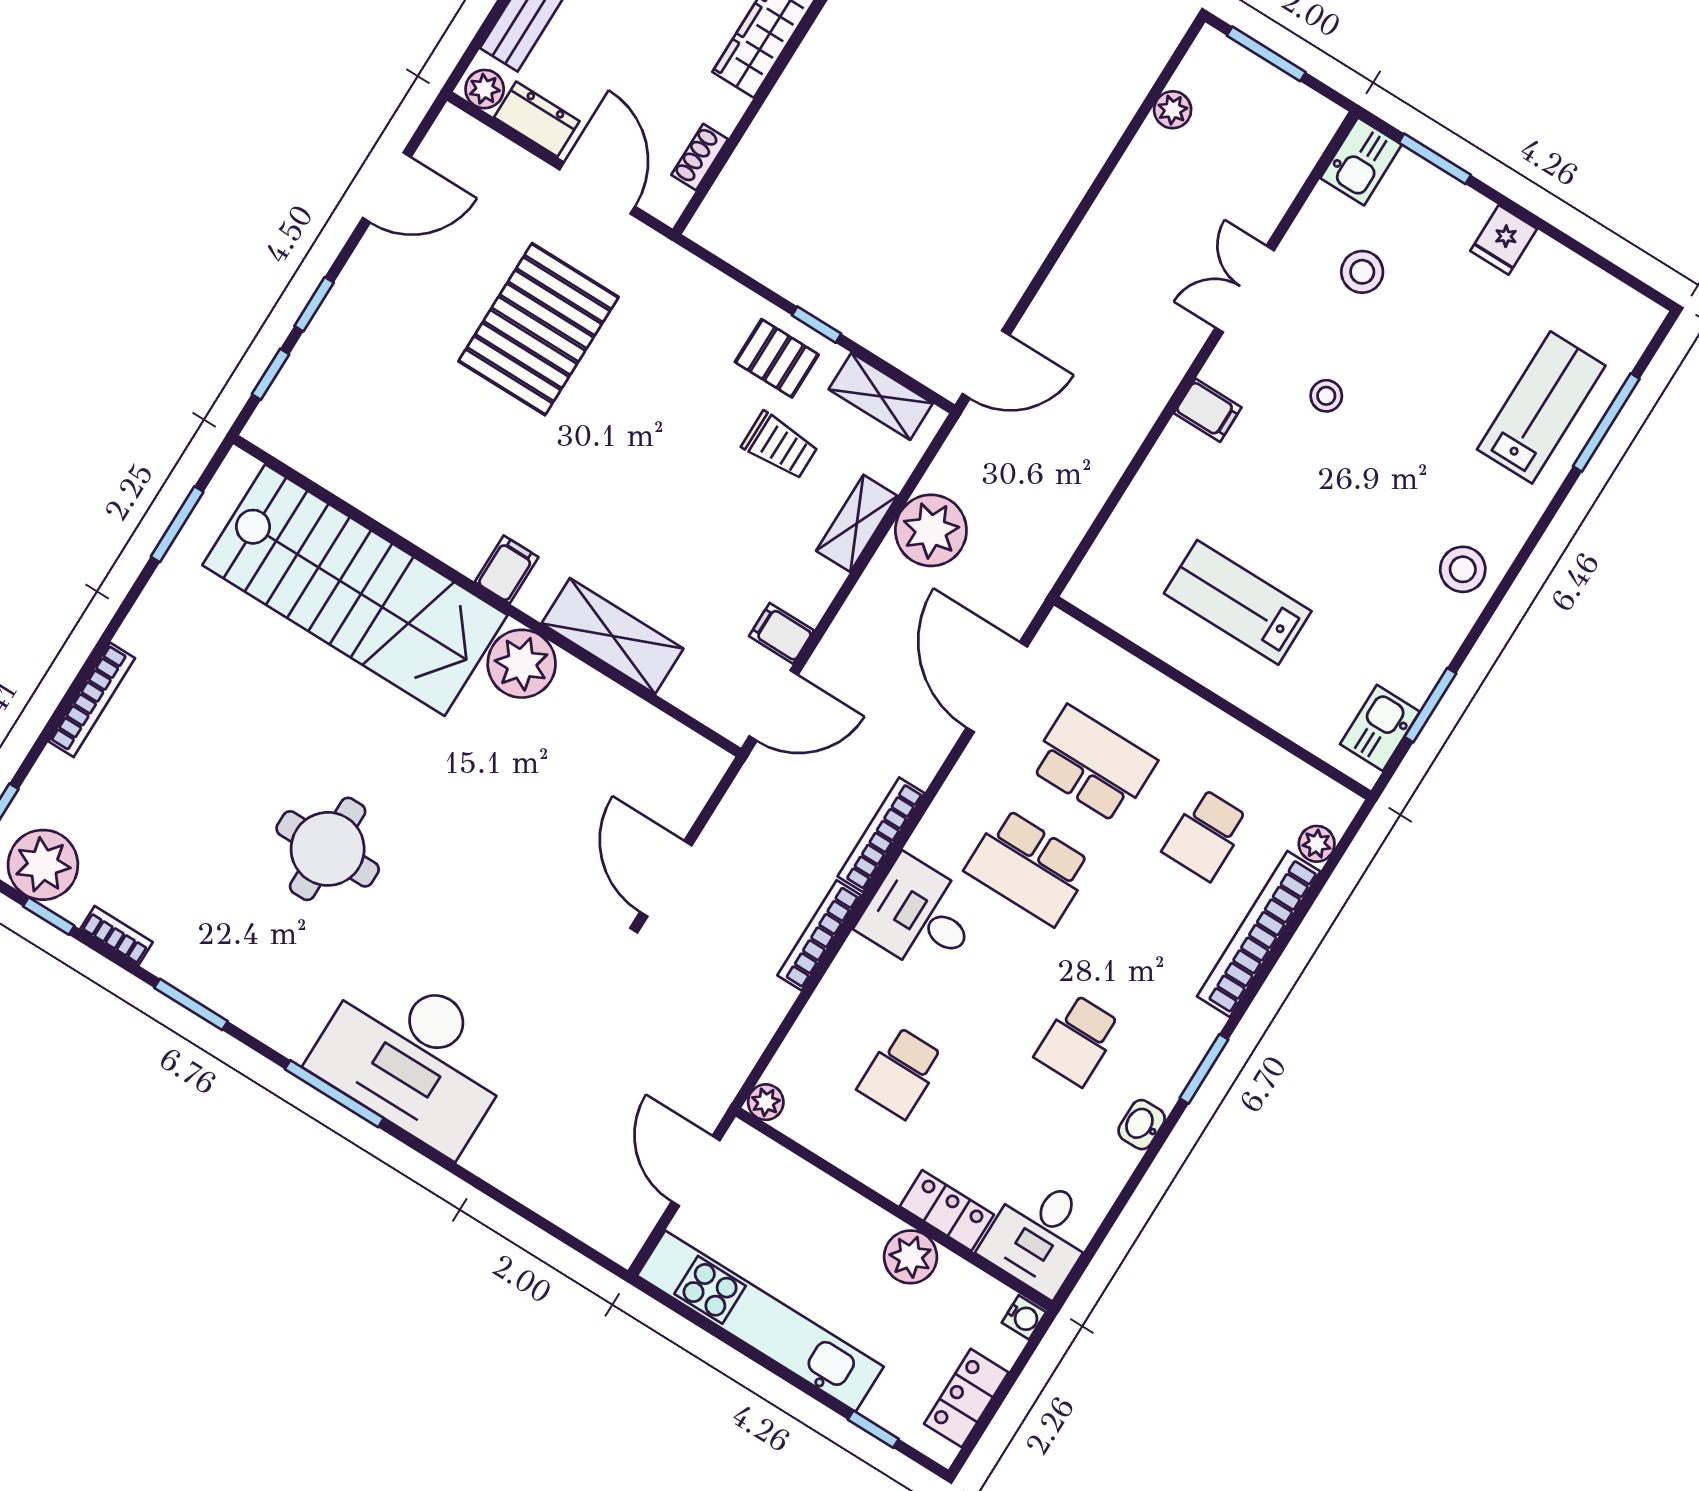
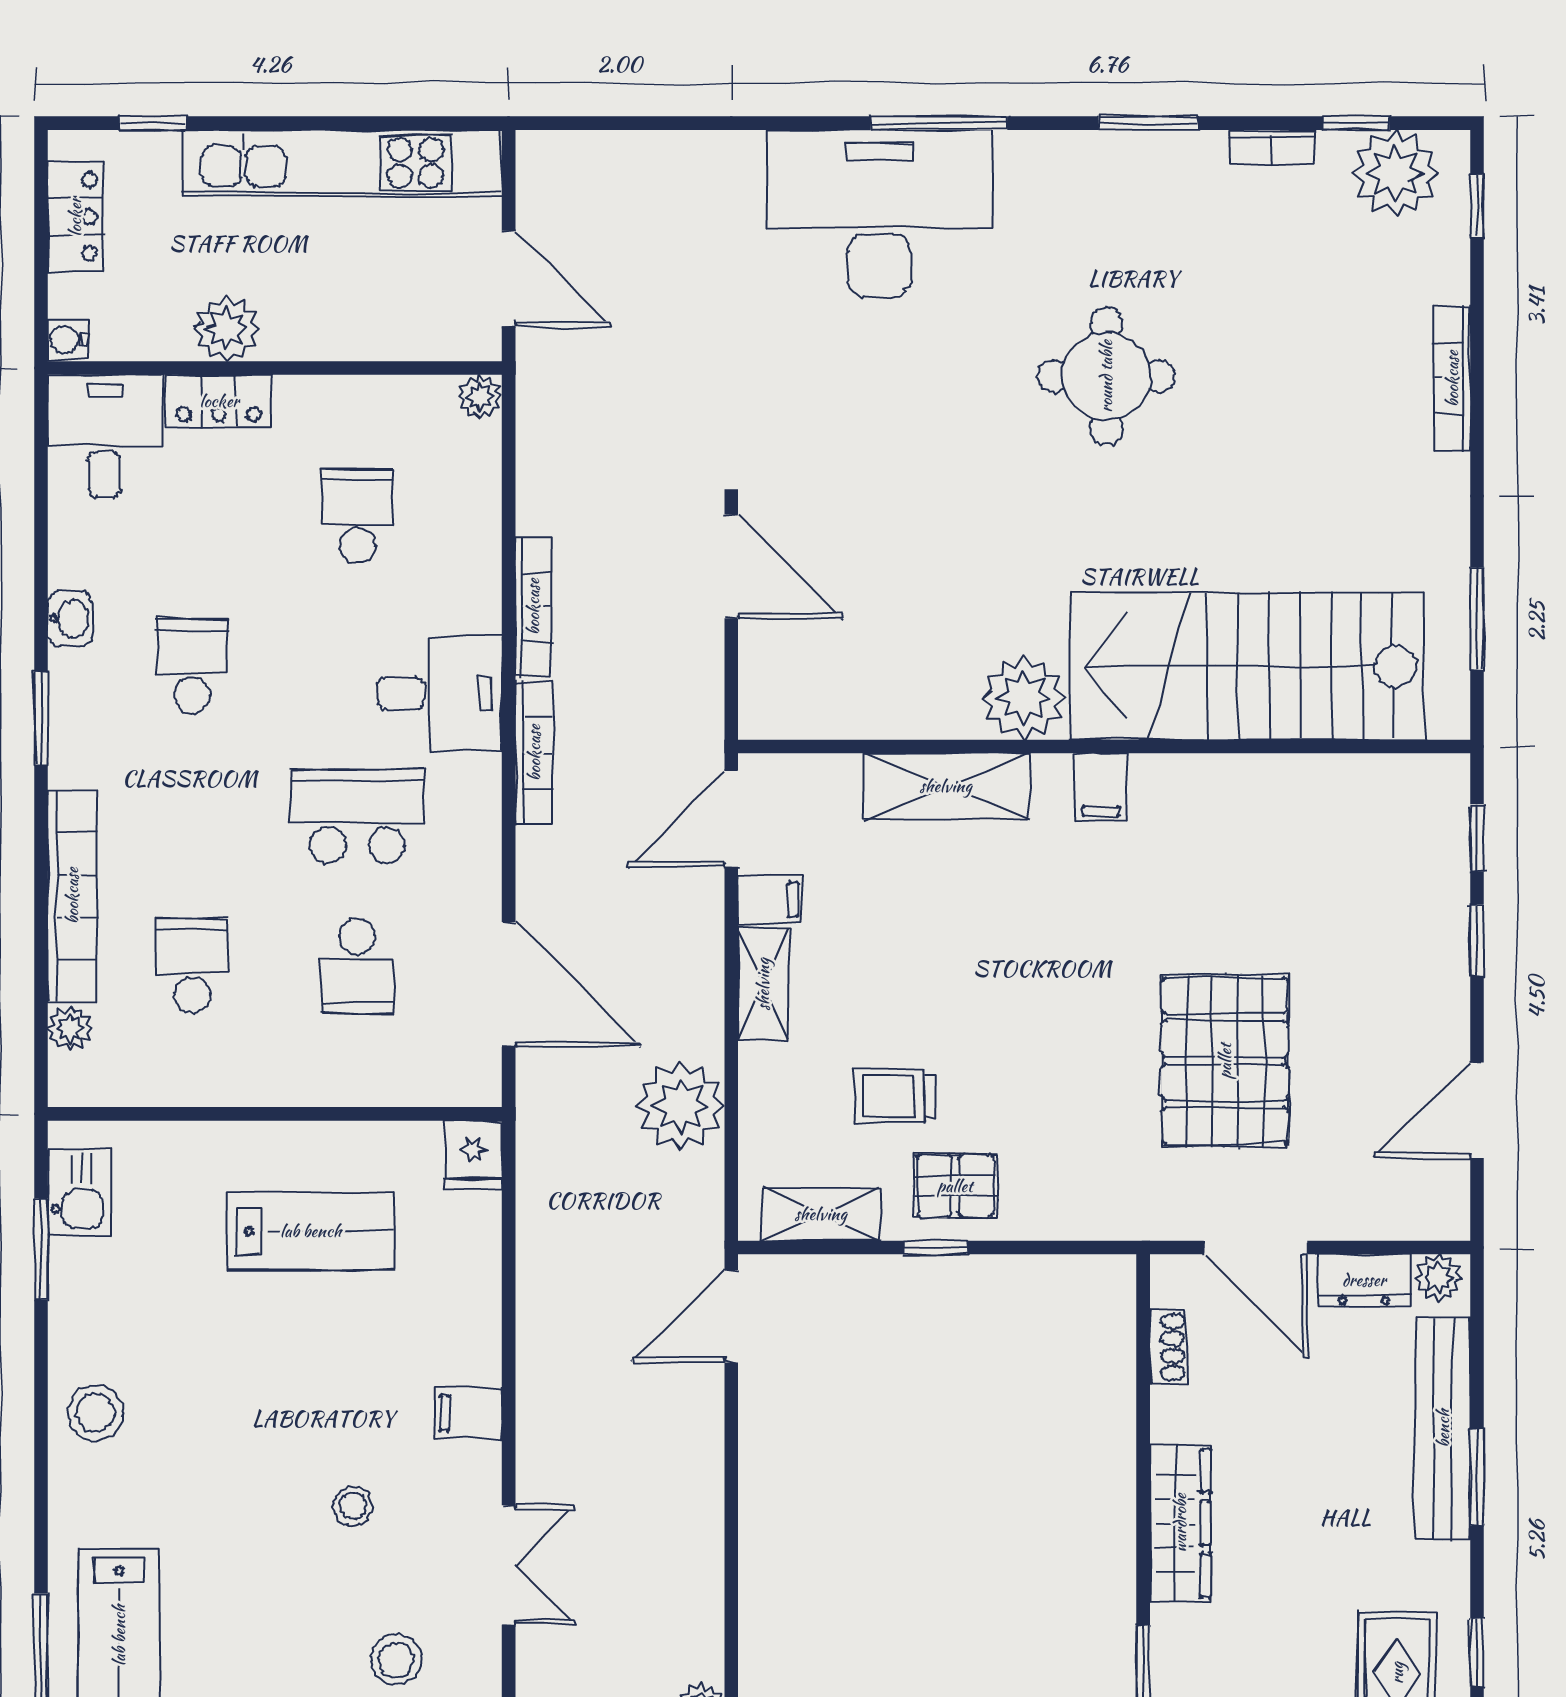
shelving: (857, 523) -> (763, 984), moved
fridge: (1094, 585) -> (473, 1155), added
school desk: (1093, 764) -> (357, 966), width x0.54

